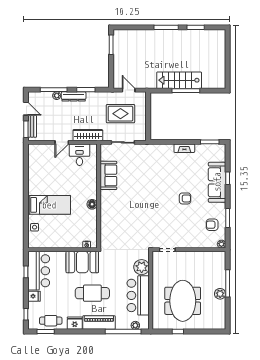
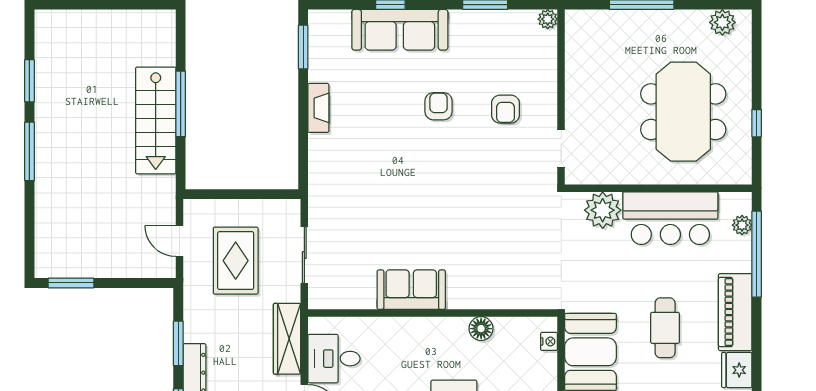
door: (129, 90) -> (179, 241), hinge flipped
sofa: (108, 175) -> (411, 290), moved
floor lamp: (92, 204) -> (481, 329), moved
armchair: (212, 225) -> (505, 109), moved
cafe table: (92, 293) -> (665, 328), width x0.73, depth x0.74
plant: (220, 294) -> (722, 22), moved
meeting table: (183, 301) -> (683, 112), turned 90

